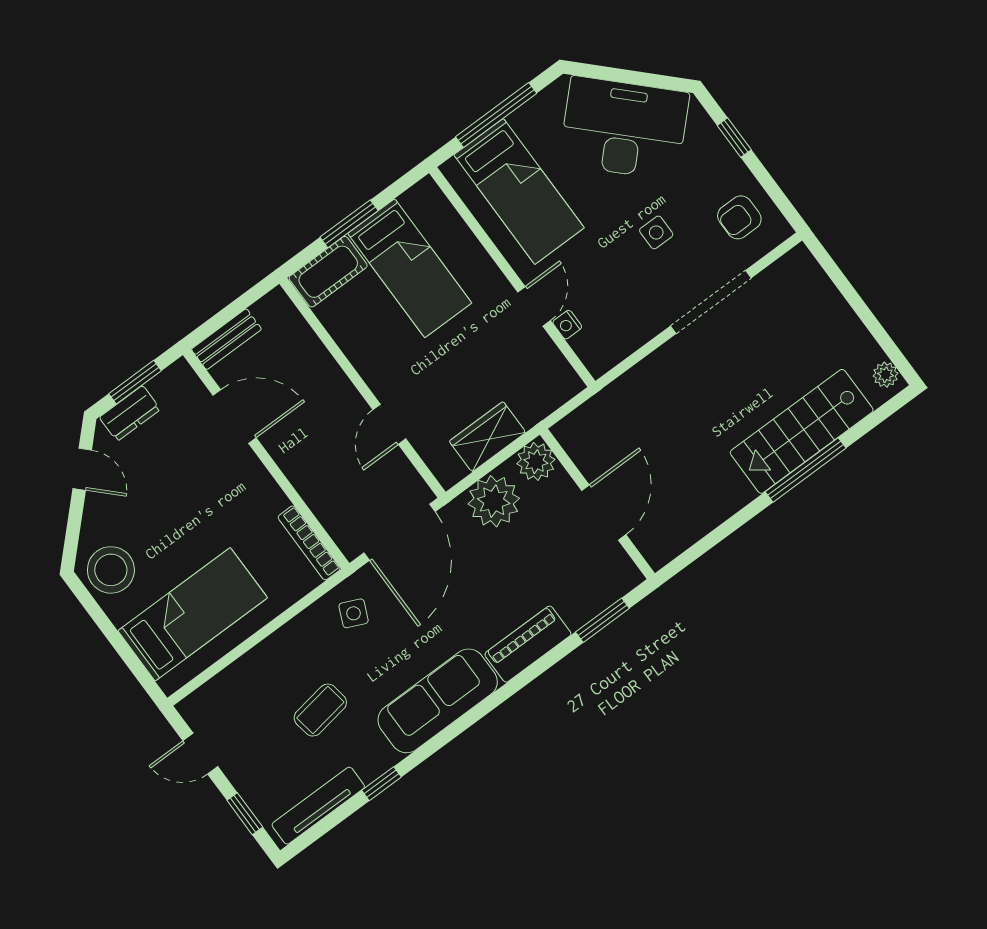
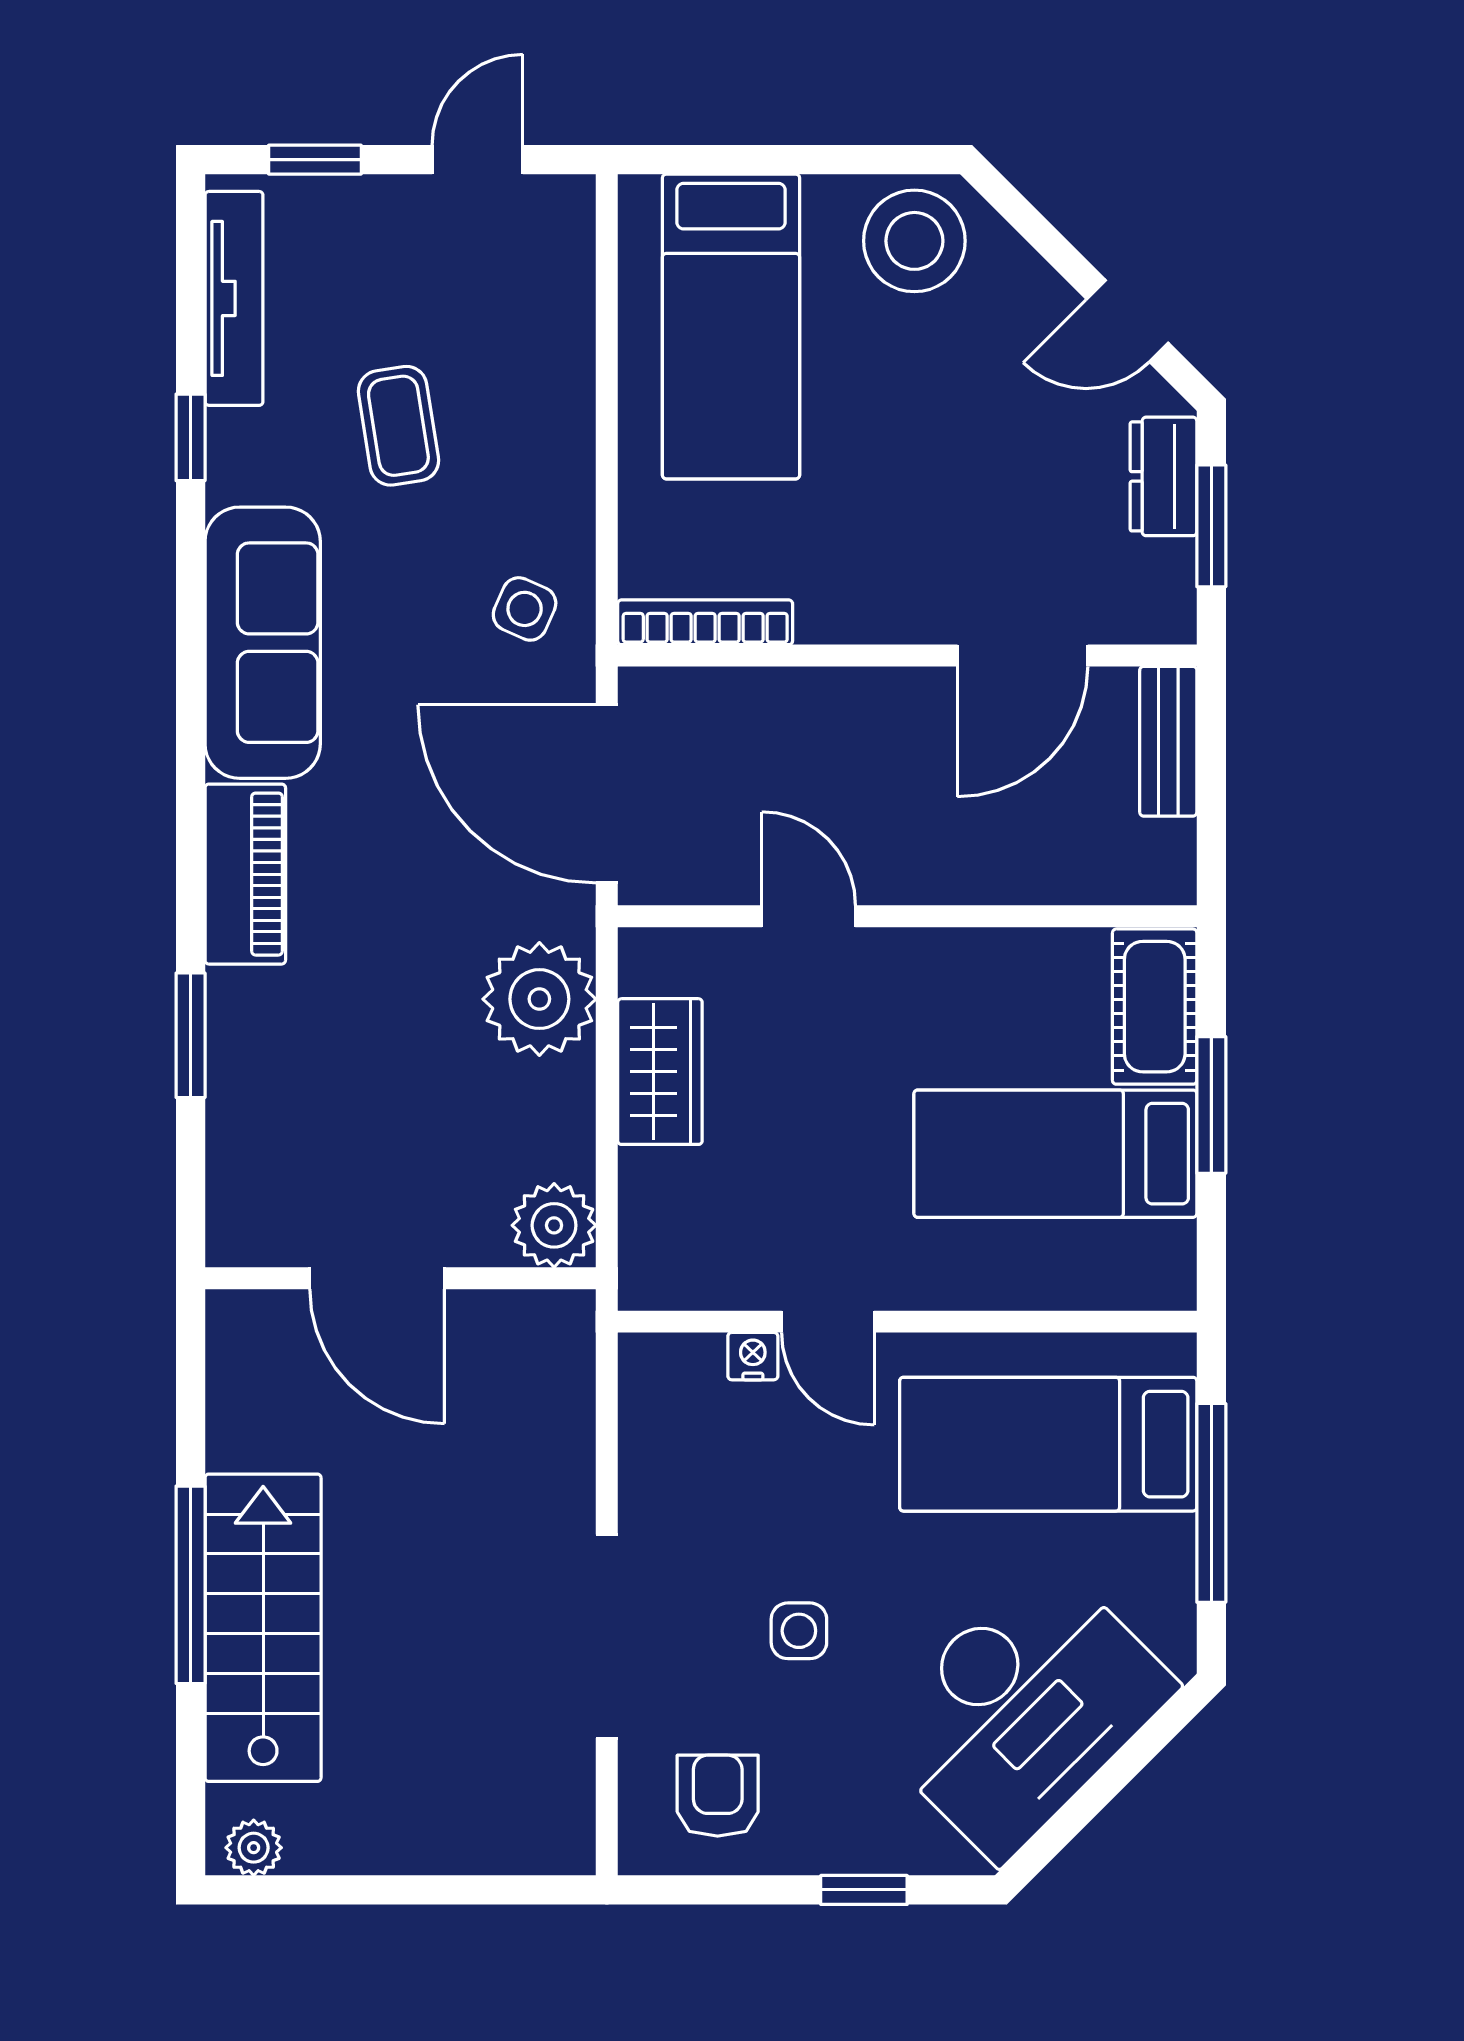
plant: (536, 462) -> (554, 1225), moved
wall: (597, 504) -> (401, 1278), moved
door: (604, 513) -> (377, 1278), moved

